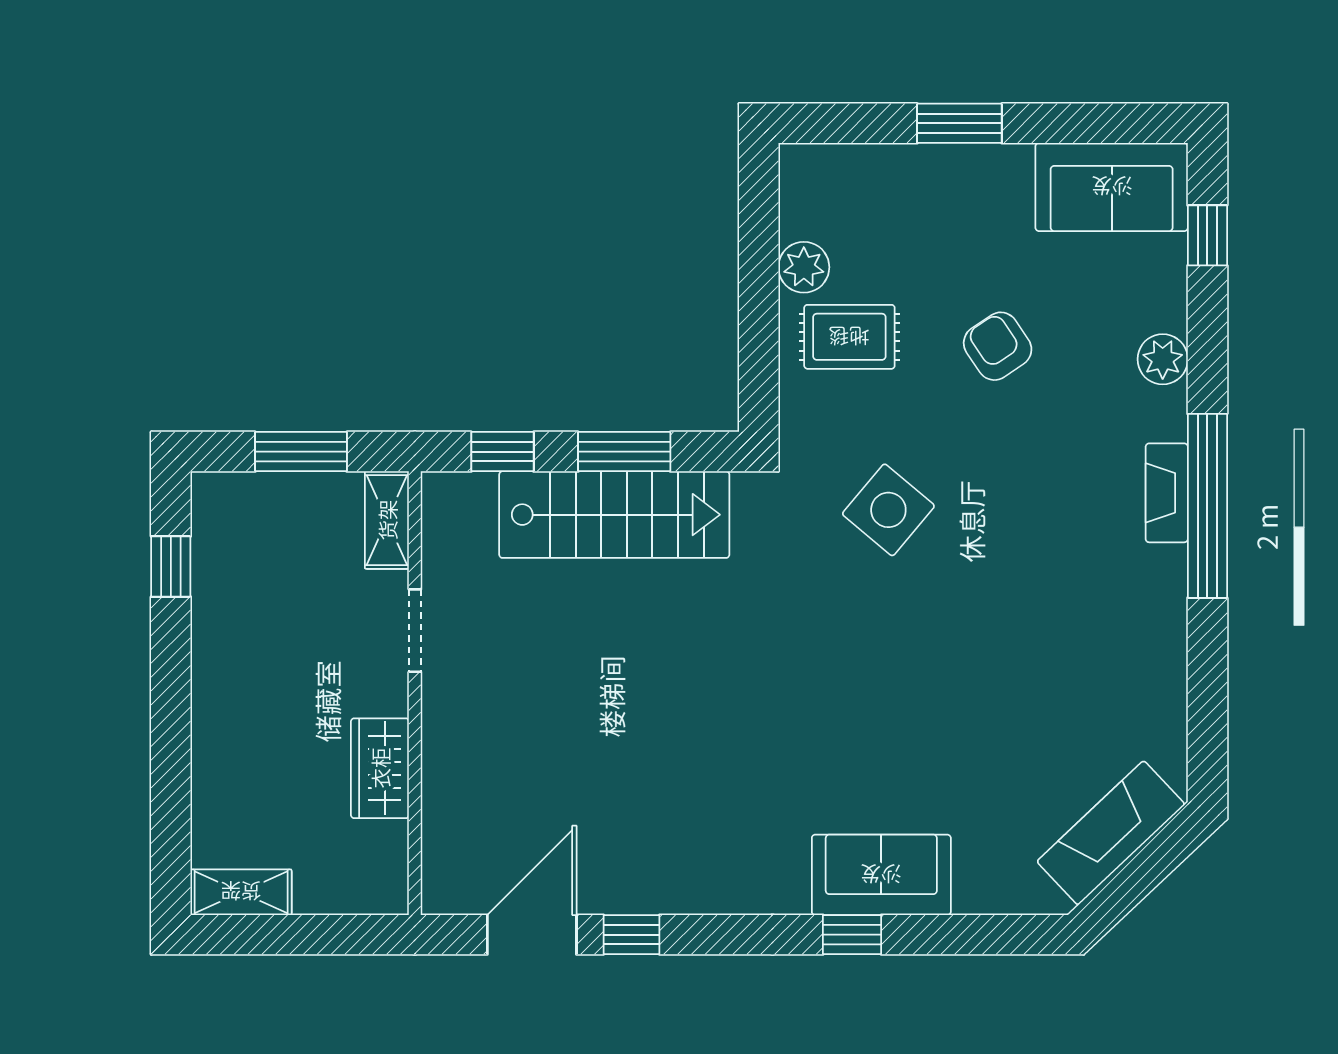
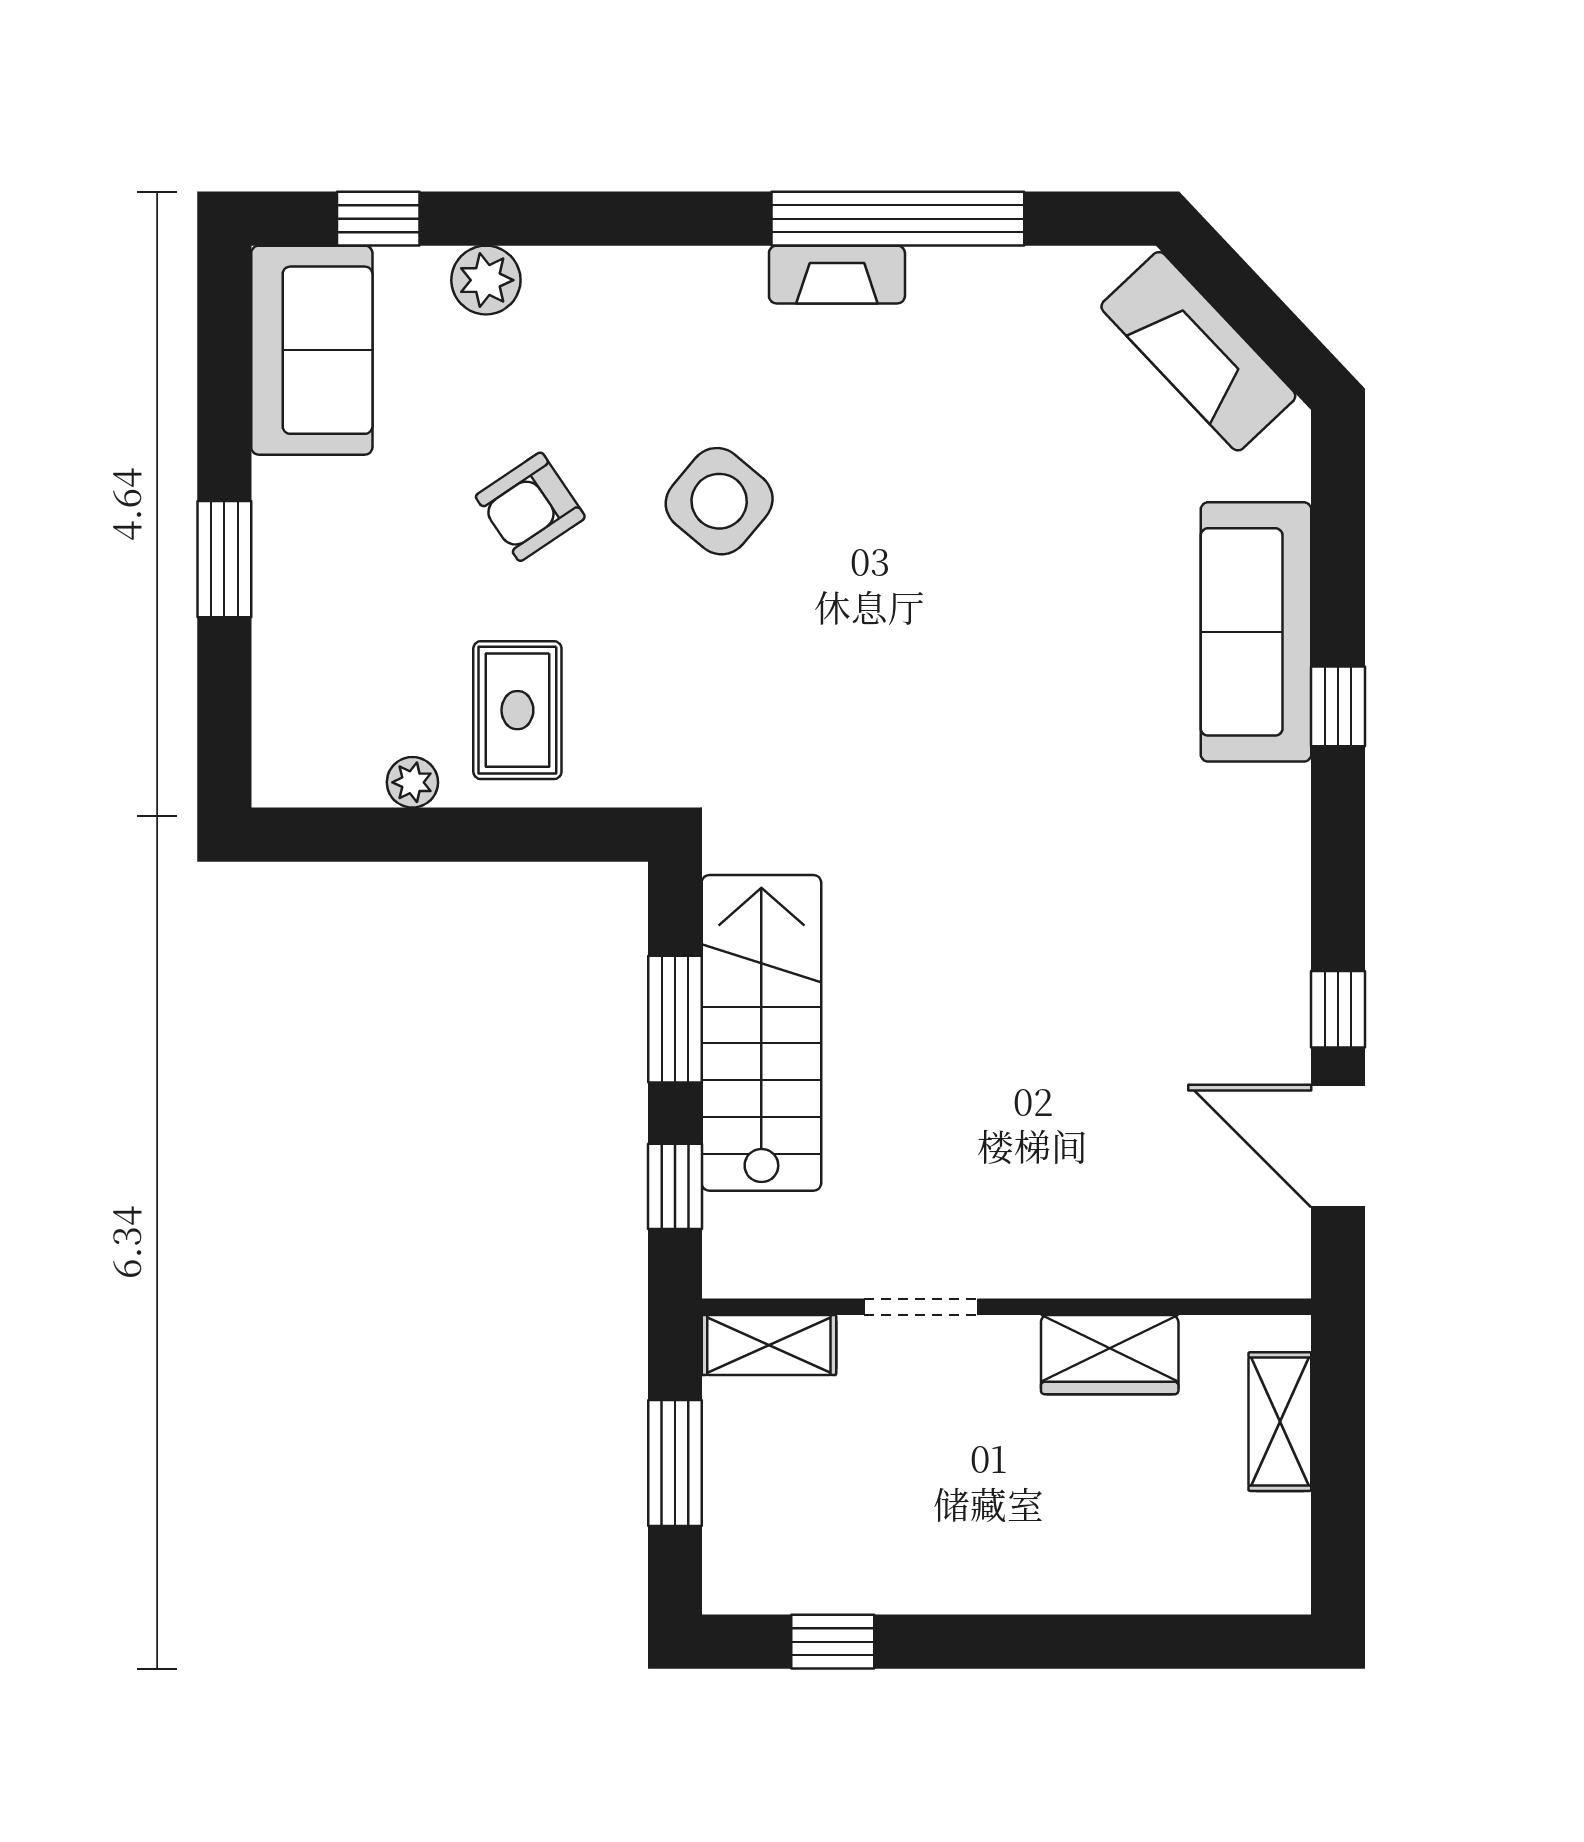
plant: (804, 267) -> (412, 782), width x0.73, depth x0.73
plant: (1163, 359) -> (486, 280), moved
fireplace: (1167, 493) -> (837, 275), moved
window: (1207, 506) -> (898, 219), moved
side table: (888, 510) -> (719, 501), moved
sofa: (881, 875) -> (1256, 632), width x1.36
shelving: (241, 892) -> (1280, 1422), moved

